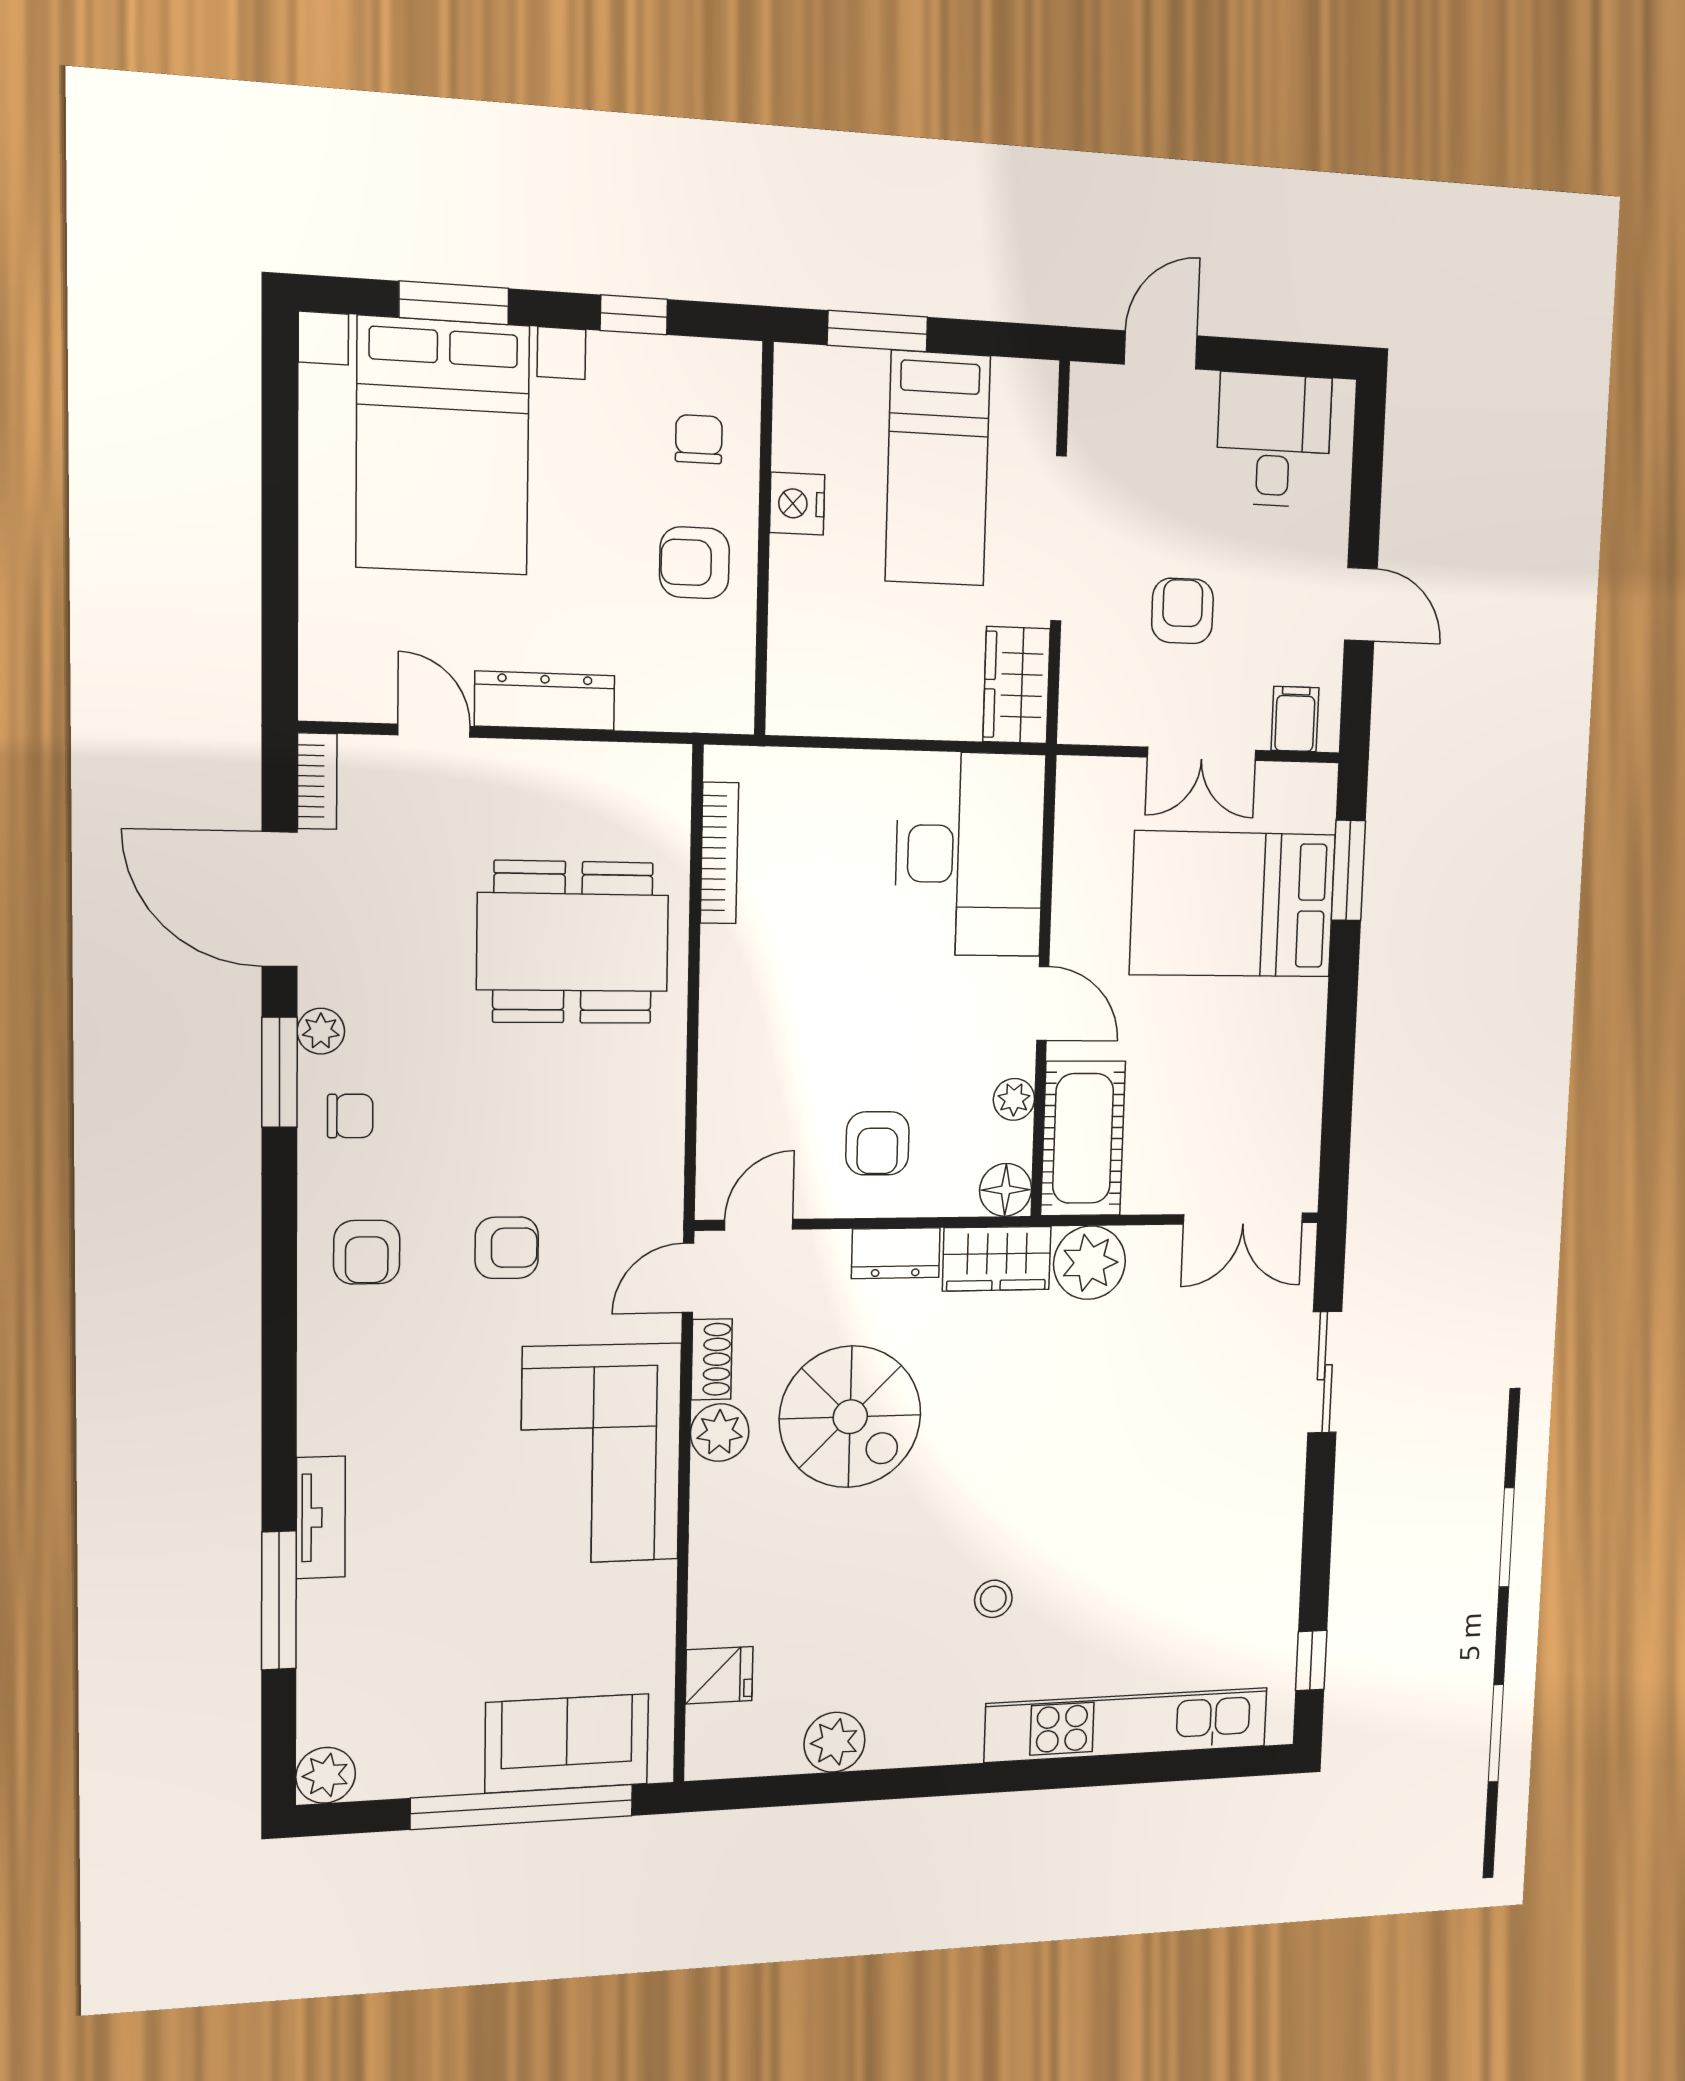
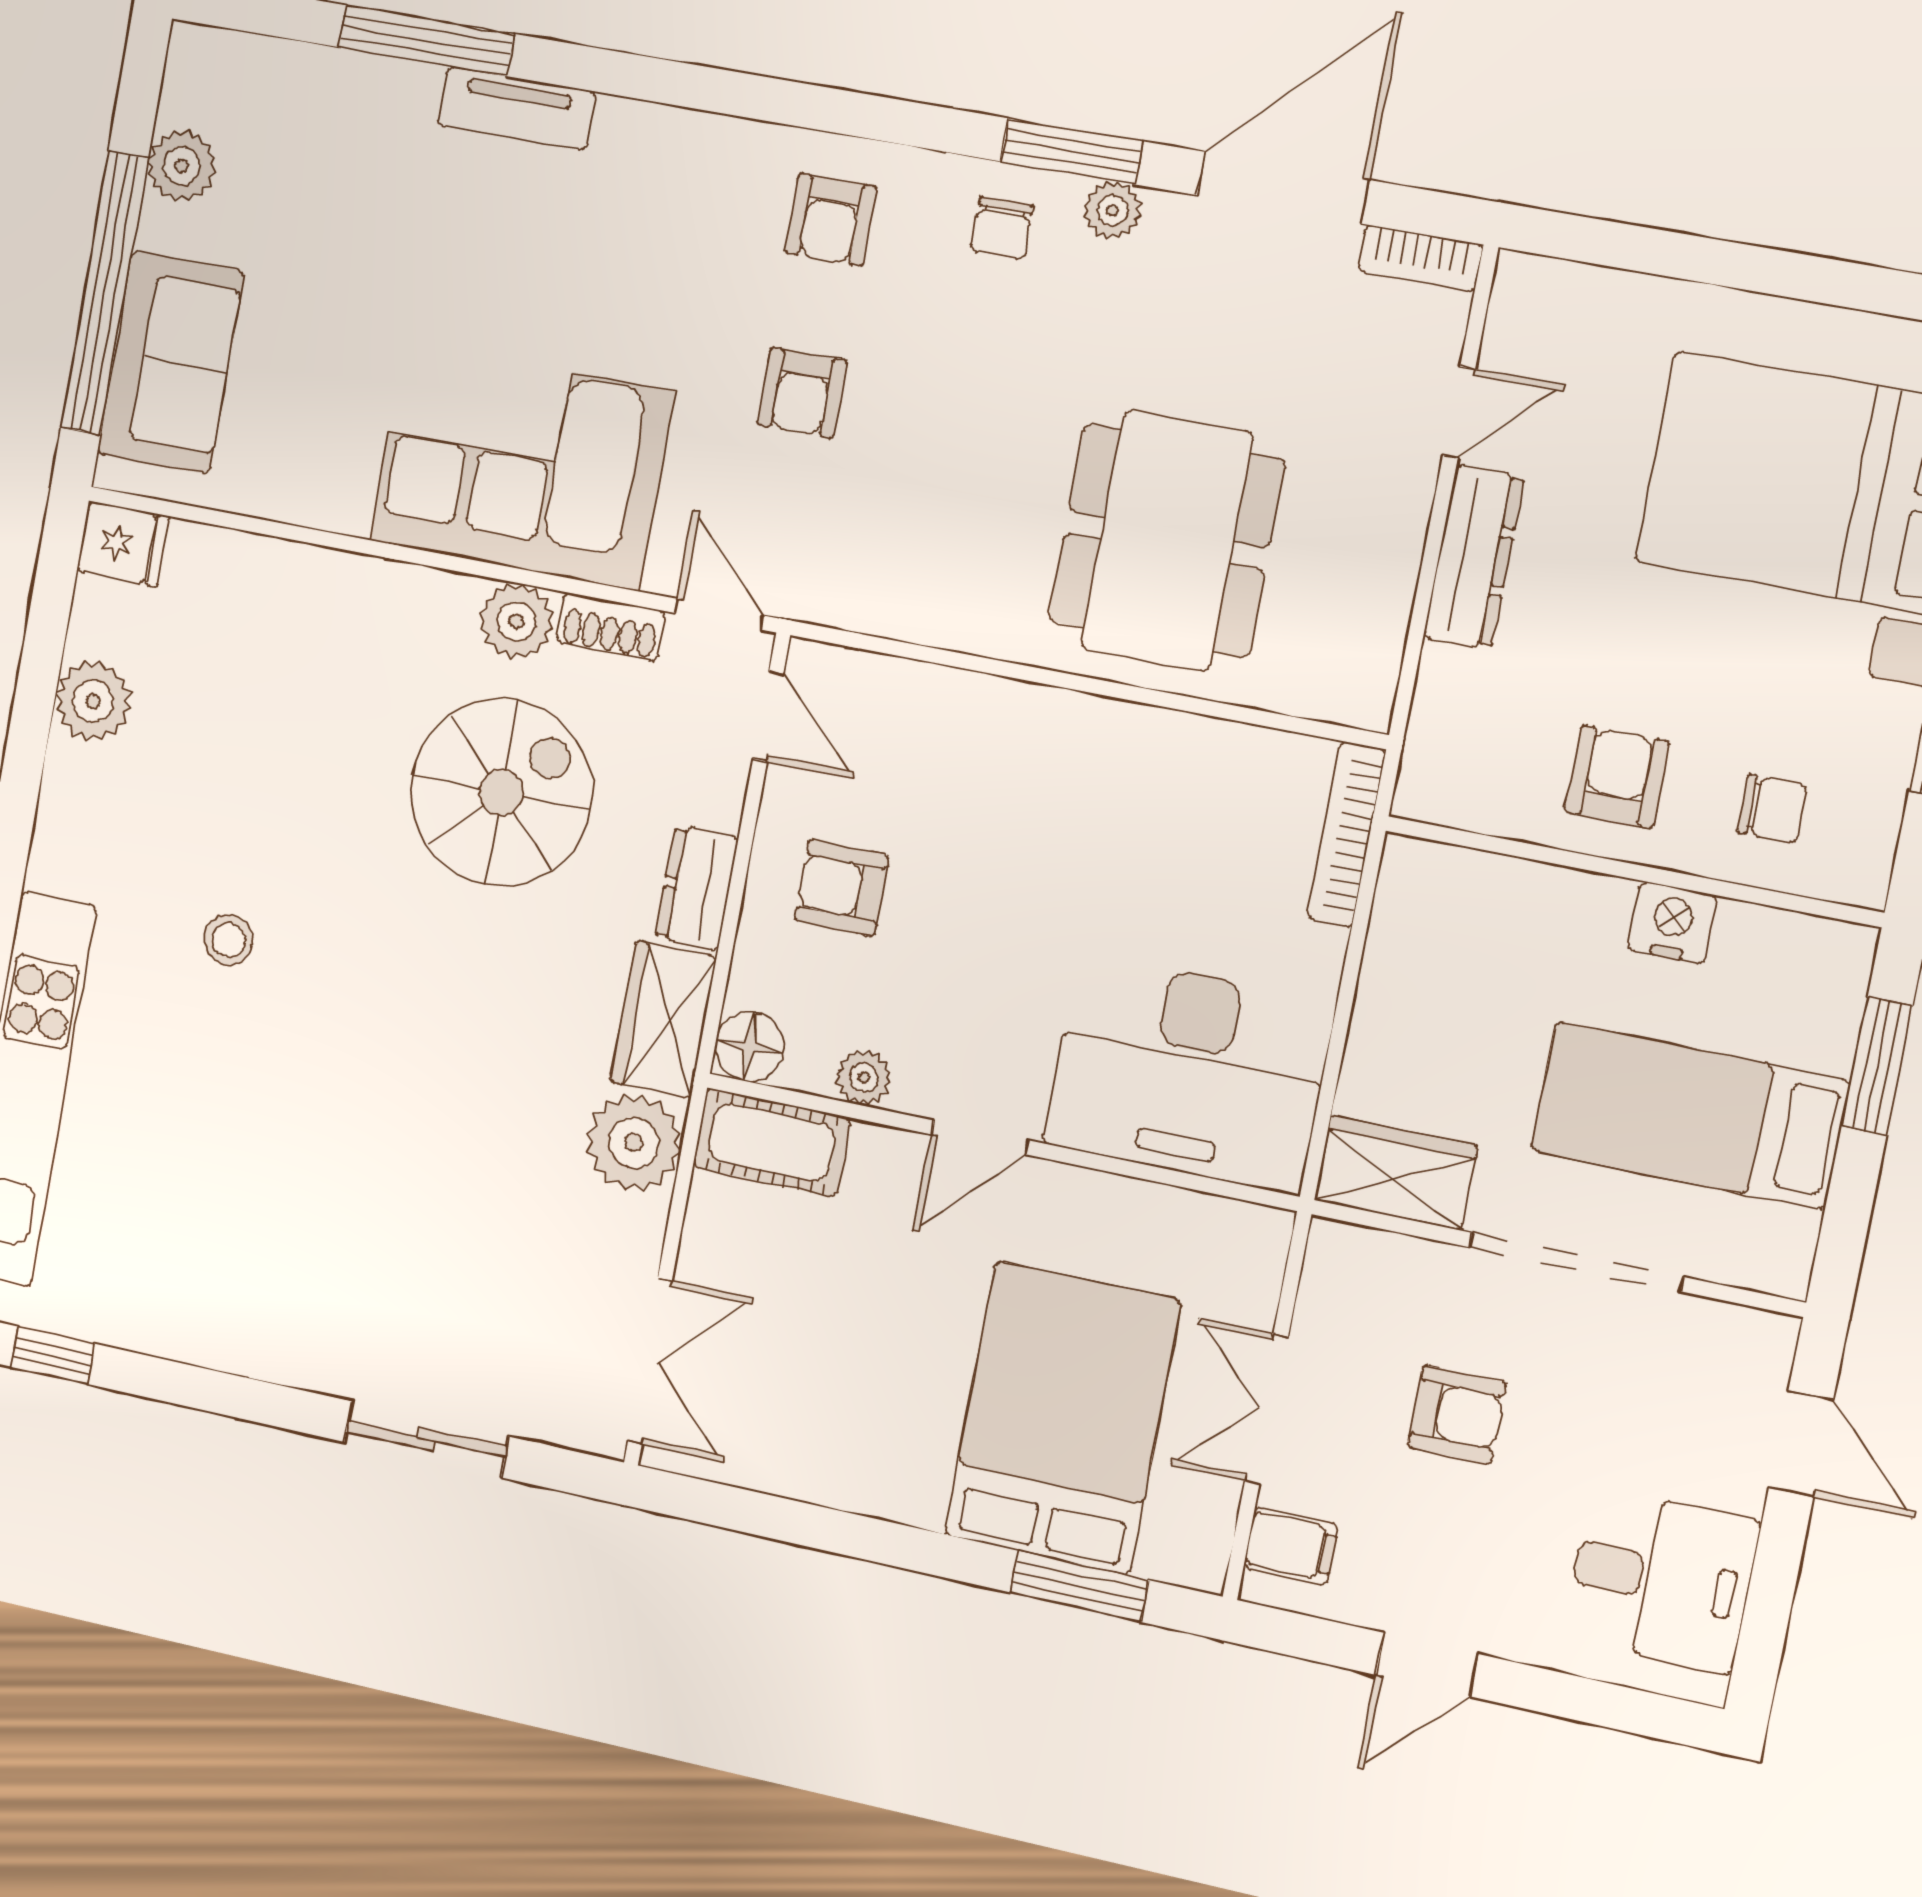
bookcase: (719, 853) -> (1346, 834), moved, turned 90
cot: (1083, 1138) -> (772, 1142), width x0.73, depth x0.75
double door: (1243, 1219) -> (650, 1361), swing flipped
armchair: (367, 1252) -> (831, 220), turned -90
spiral stairs: (850, 1417) -> (501, 793), turned 180
fridge: (719, 1675) -> (123, 544), moved, turned -90
plant: (326, 1775) -> (182, 166), moved

